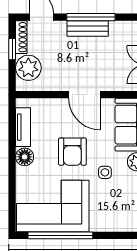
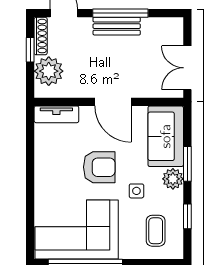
tv unit: (23, 127) -> (56, 114), moved, turned 90
armchair: (72, 152) -> (99, 167), turned -90
floor lamp: (25, 157) -> (44, 173), removed
coffee table: (122, 207) -> (156, 231), added

